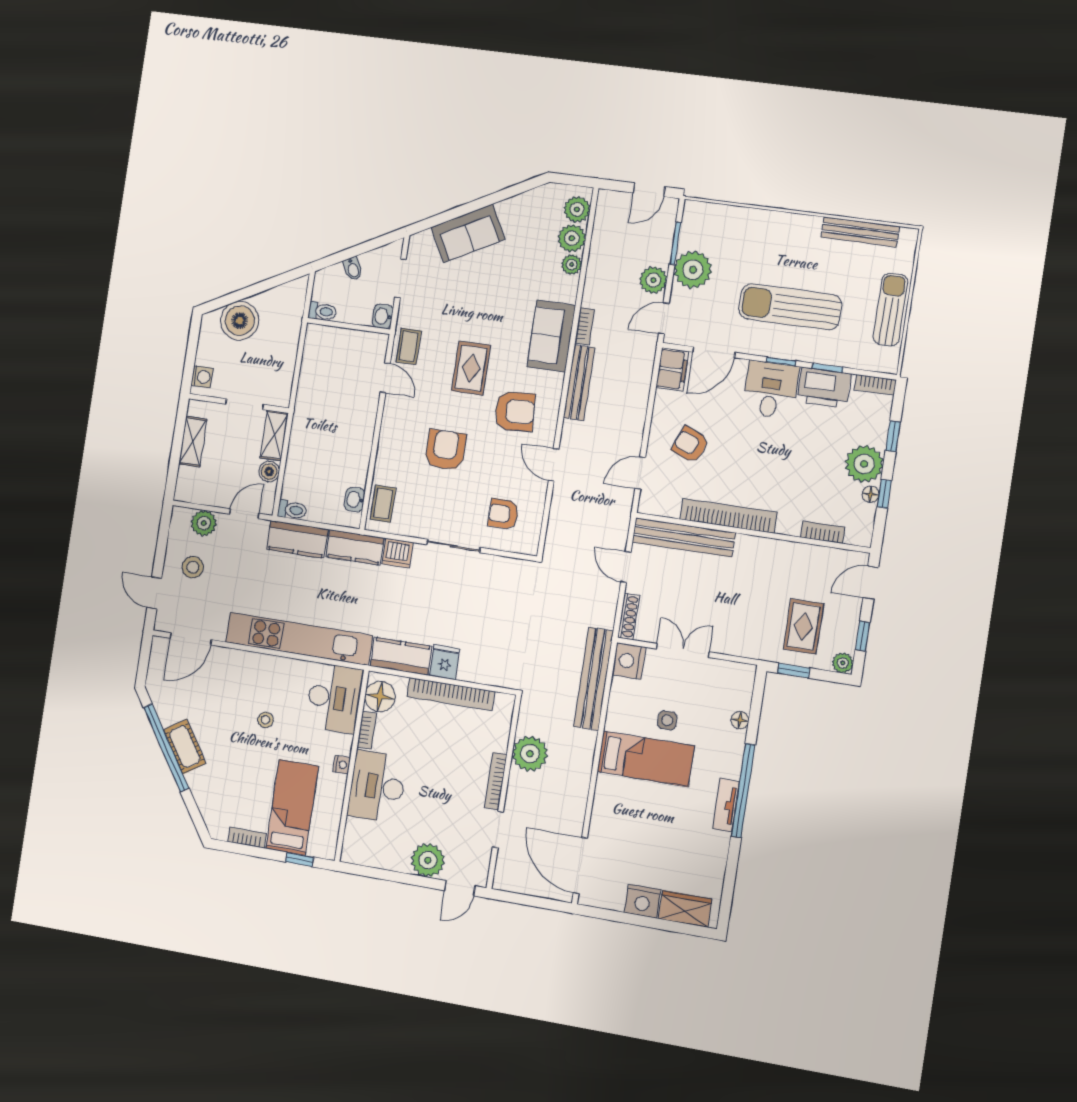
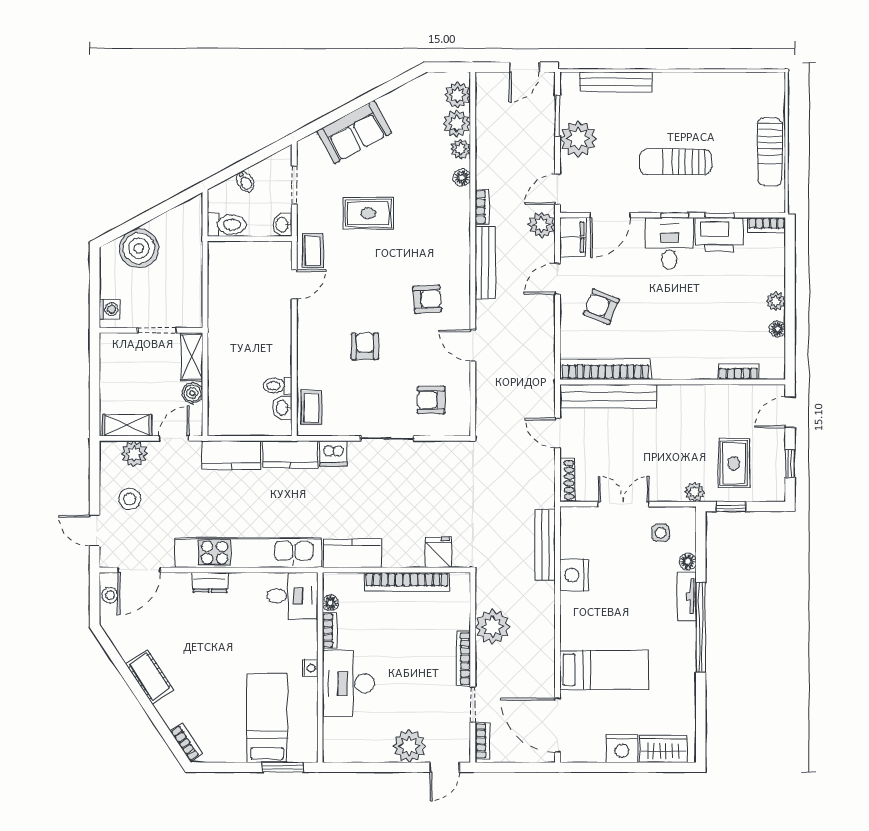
bench: (860, 232) -> (616, 82), moved
plant: (653, 280) -> (542, 225), moved
floor lamp: (569, 293) -> (462, 178), added
sun lounger: (790, 307) -> (676, 162), width x0.73, depth x0.75
sun lounger: (891, 309) -> (770, 152), turned 180
toilet: (322, 311) -> (227, 225), width x1.37, depth x1.39
sofa: (551, 336) -> (451, 221), removed
rug: (471, 368) -> (368, 213), moved, turned 90
door: (385, 378) -> (294, 284), hinge flipped
armchair: (515, 411) -> (427, 299), width x0.72, depth x0.72
window: (893, 436) -> (790, 271), removed
shelving: (193, 442) -> (127, 425), moved, turned 90
armchair: (446, 450) -> (365, 346), width x0.72, depth x0.72
plant: (864, 464) -> (776, 301), width x0.53, depth x0.53
door: (640, 473) -> (557, 279), moved
window: (884, 494) -> (790, 327), removed
toilet: (292, 510) -> (278, 386), moved, turned 180
bookcase: (728, 516) -> (605, 369), moved
nightstand: (629, 661) -> (574, 575), moved
fridge: (445, 662) -> (438, 552), moved
dresser: (257, 663) -> (210, 582), added
plant: (843, 663) -> (695, 492), moved
bench: (594, 679) -> (545, 545), width x0.73, depth x0.82
floor lamp: (380, 697) -> (330, 603), width x0.53, depth x0.53
desk: (334, 698) -> (292, 596), width x0.73
stool: (266, 720) -> (110, 595), moved
side table: (667, 720) -> (661, 533), moved
window: (166, 748) -> (131, 681), removed
bed: (646, 759) -> (604, 670), moved
tv unit: (726, 805) -> (687, 596), moved
bookcase: (247, 838) -> (186, 742), moved, turned 56
window: (299, 859) -> (283, 767), width x1.50
bookcase: (502, 868) -> (483, 741), added

